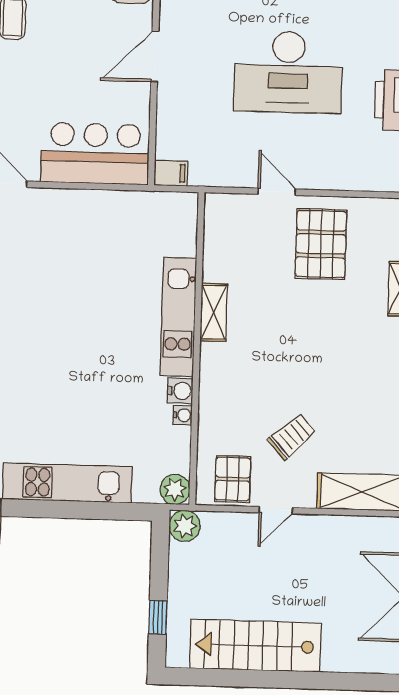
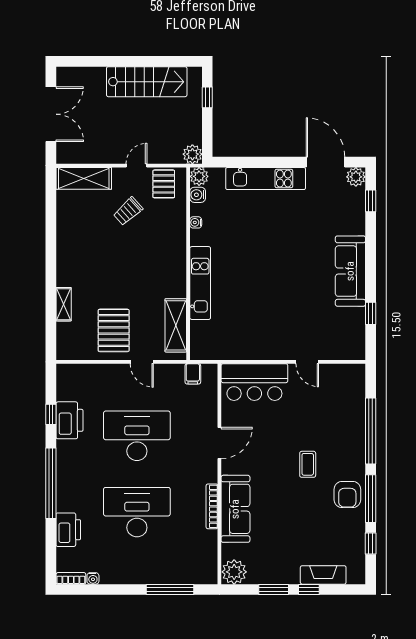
filing cabinet: (171, 173) -> (193, 374), moved, turned -90
shelving: (214, 312) -> (176, 325), moved, width x1.50, depth x1.33
water cooler: (180, 391) -> (198, 195), moved

